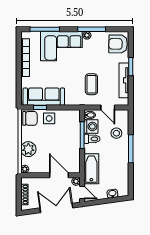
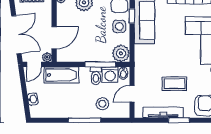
coffee table: (91, 84) -> (175, 84), moved
plant: (73, 117) -> (121, 53), added

